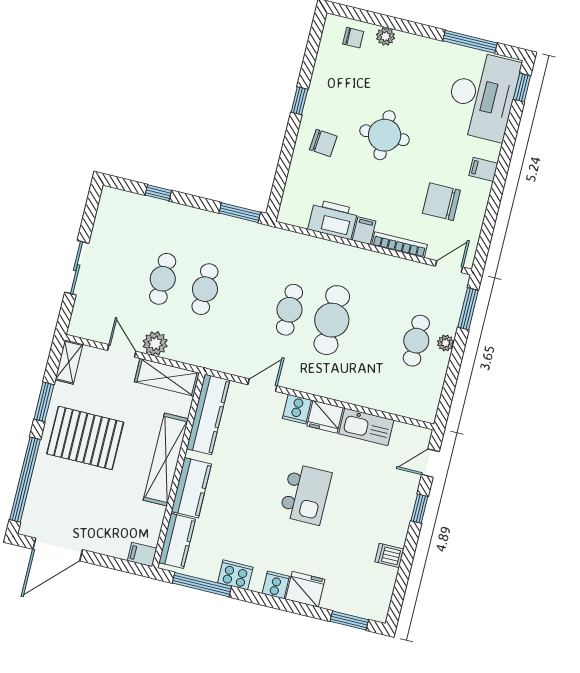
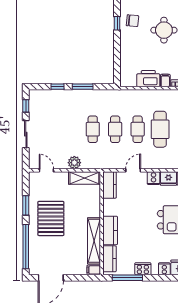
chair: (323, 143) -> (132, 21), moved
window: (240, 213) -> (83, 87), moved
window: (90, 214) -> (26, 106), added
cafe table: (163, 279) -> (115, 129), moved
door: (122, 351) -> (46, 170), moved
shelving: (69, 362) -> (33, 182), removed
kitchen counter: (208, 414) -> (110, 185), width x0.67
pallet: (85, 438) -> (51, 218), turned 90
shelving: (166, 460) -> (94, 241), moved

